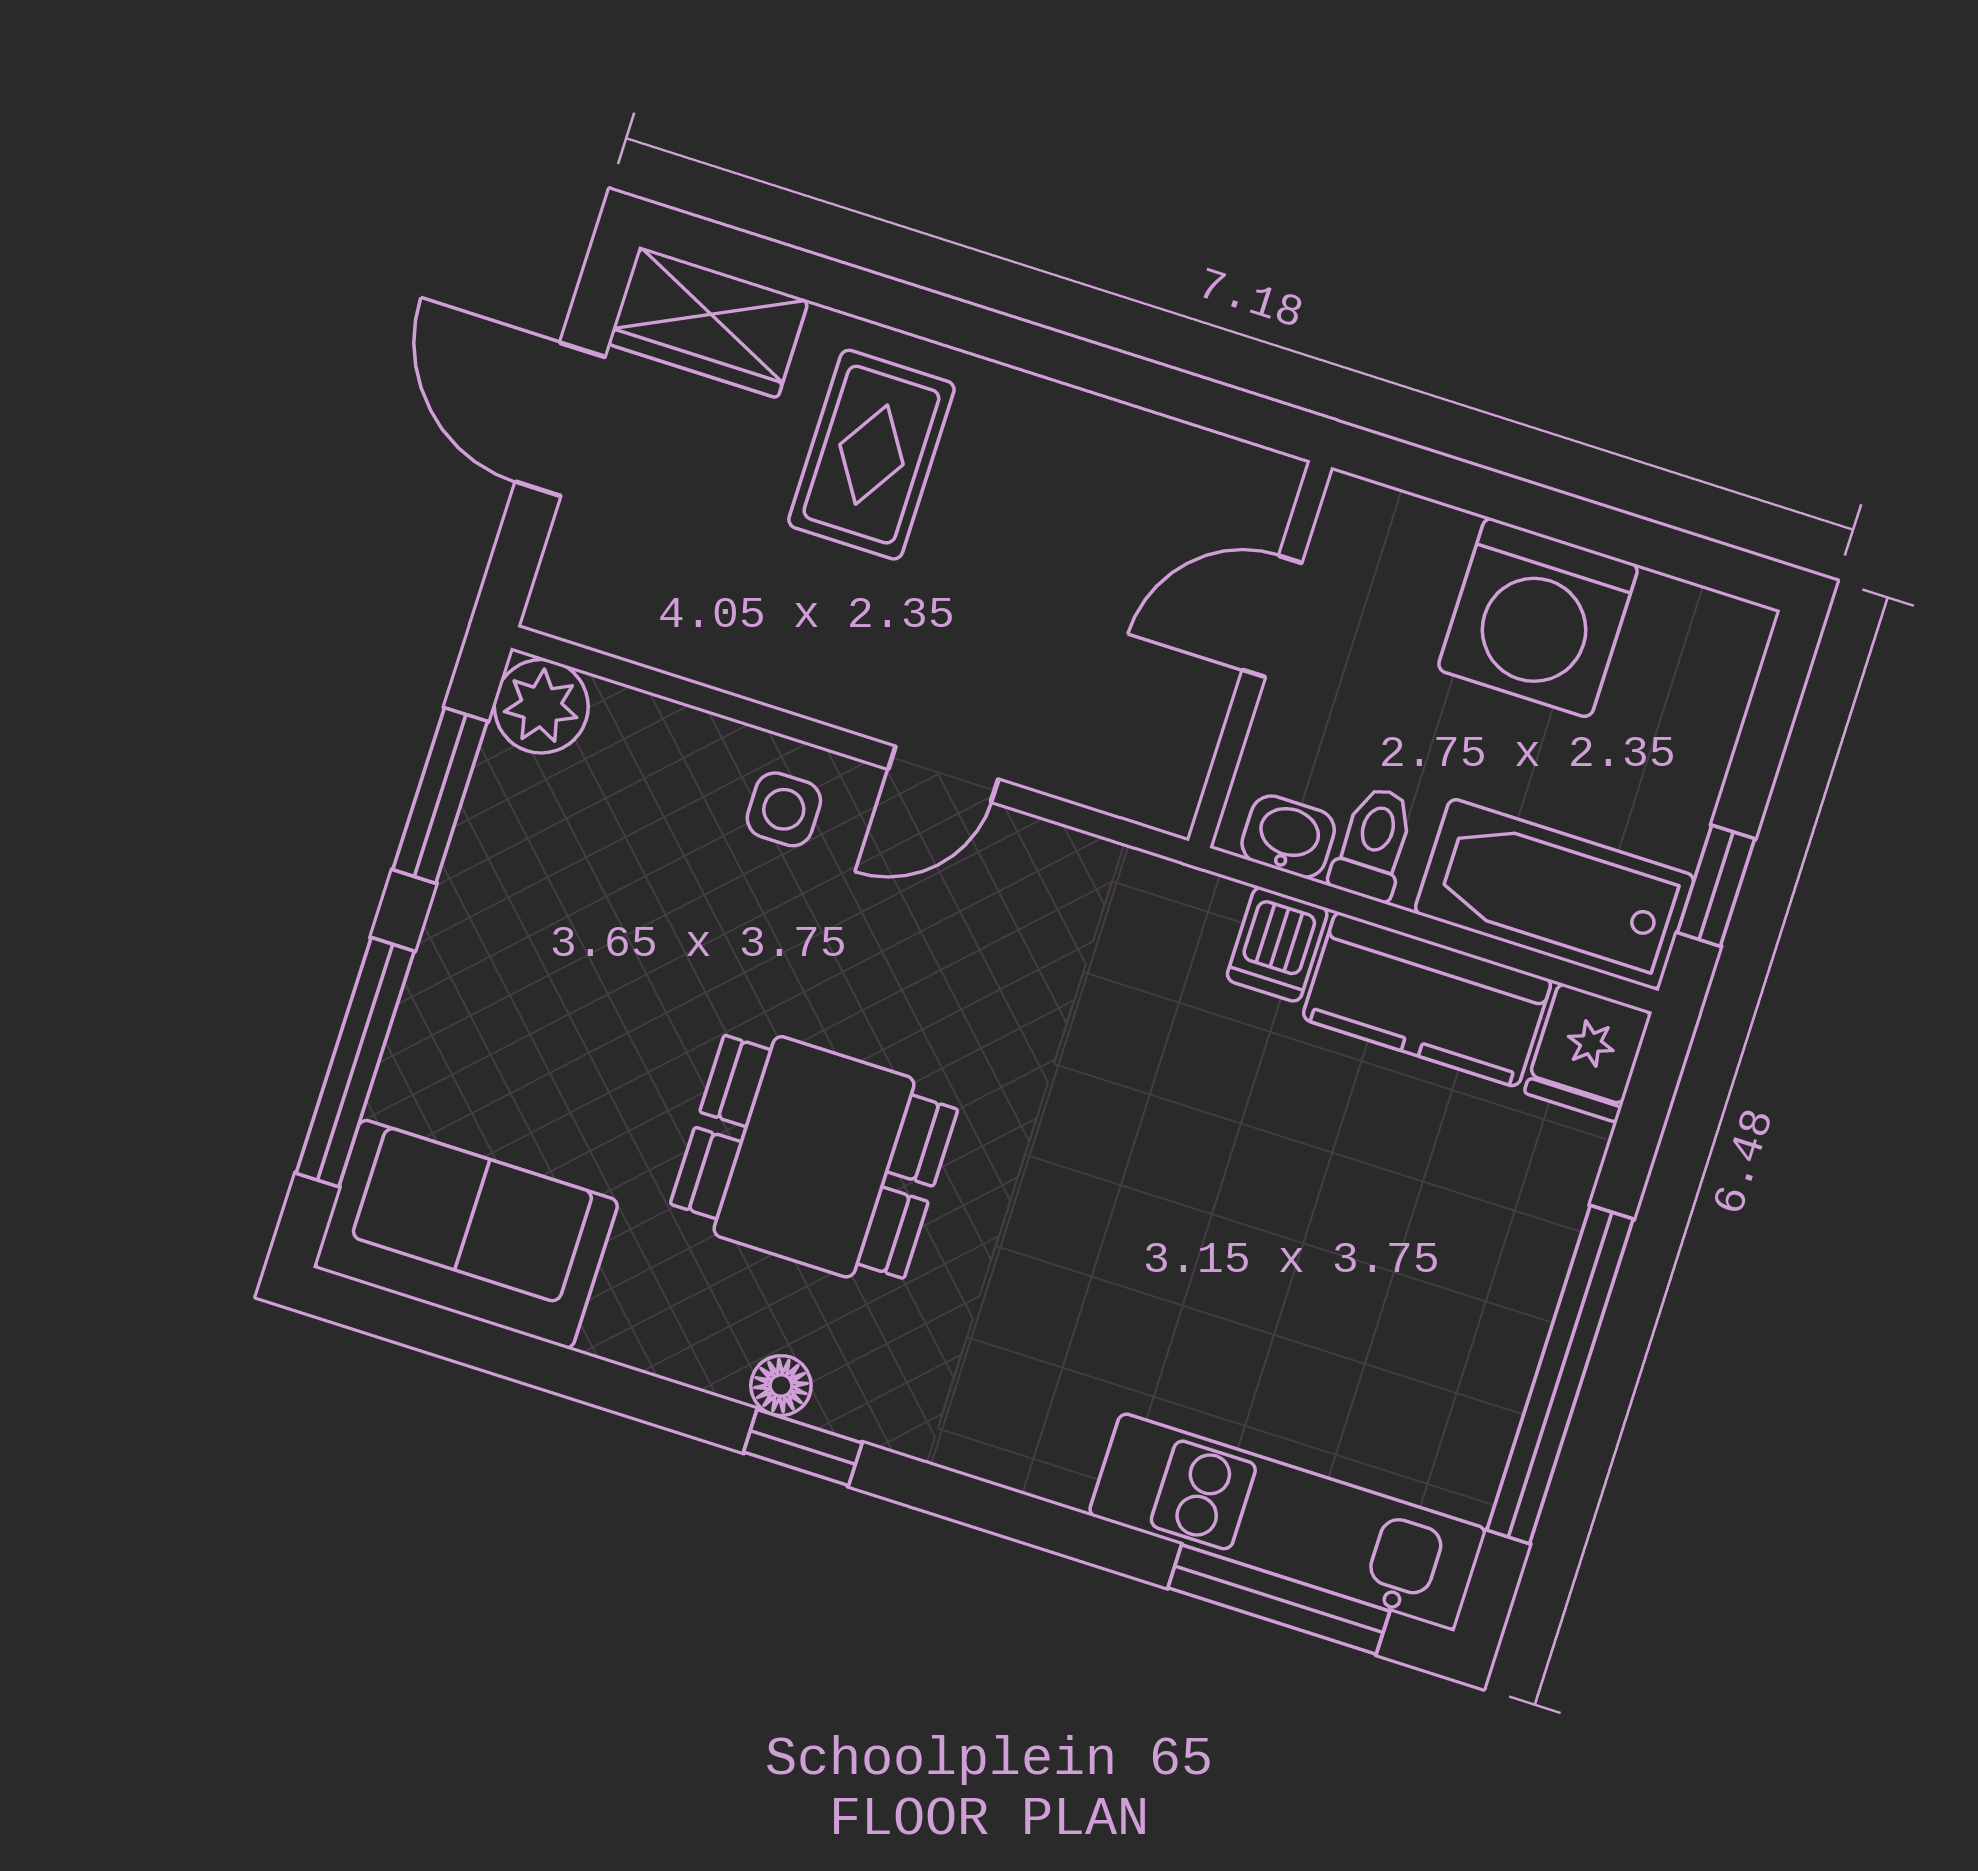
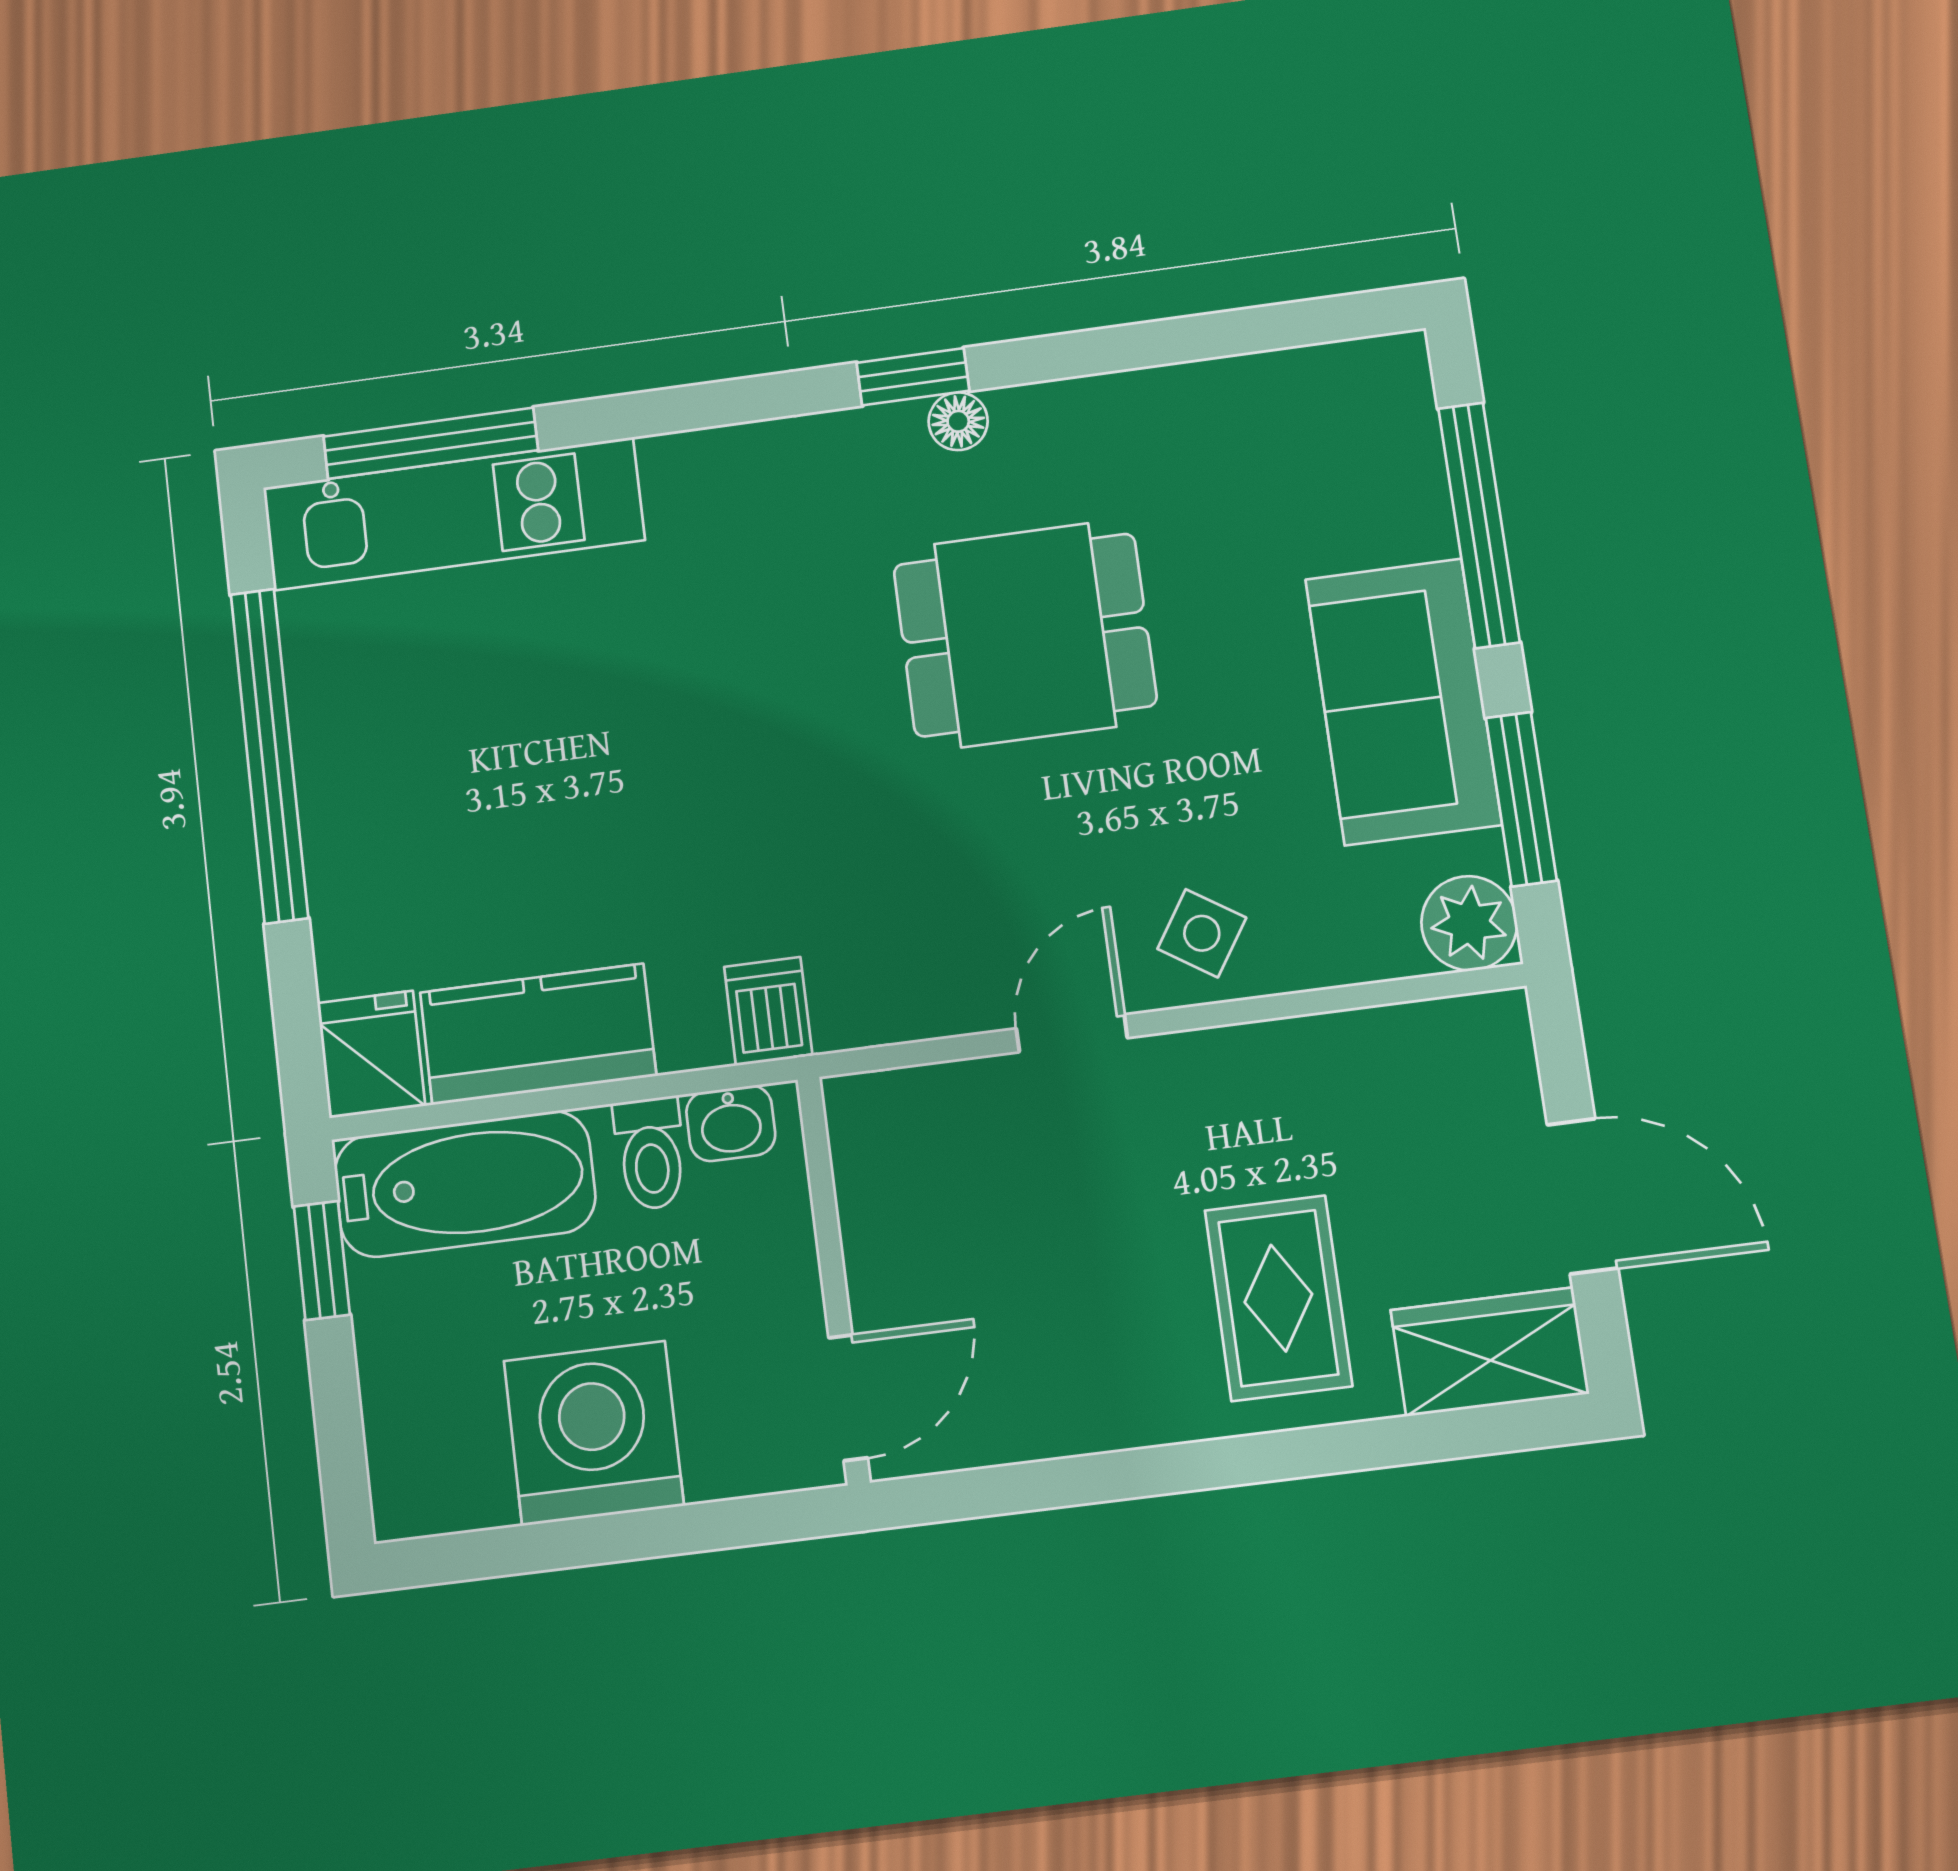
door: (1272, 616) -> (848, 1398), moved
side table: (784, 809) -> (1202, 933), turned 33
dishwasher: (1277, 944) -> (768, 1011), moved
sofa: (466, 1234) -> (1403, 702), moved, turned 90

